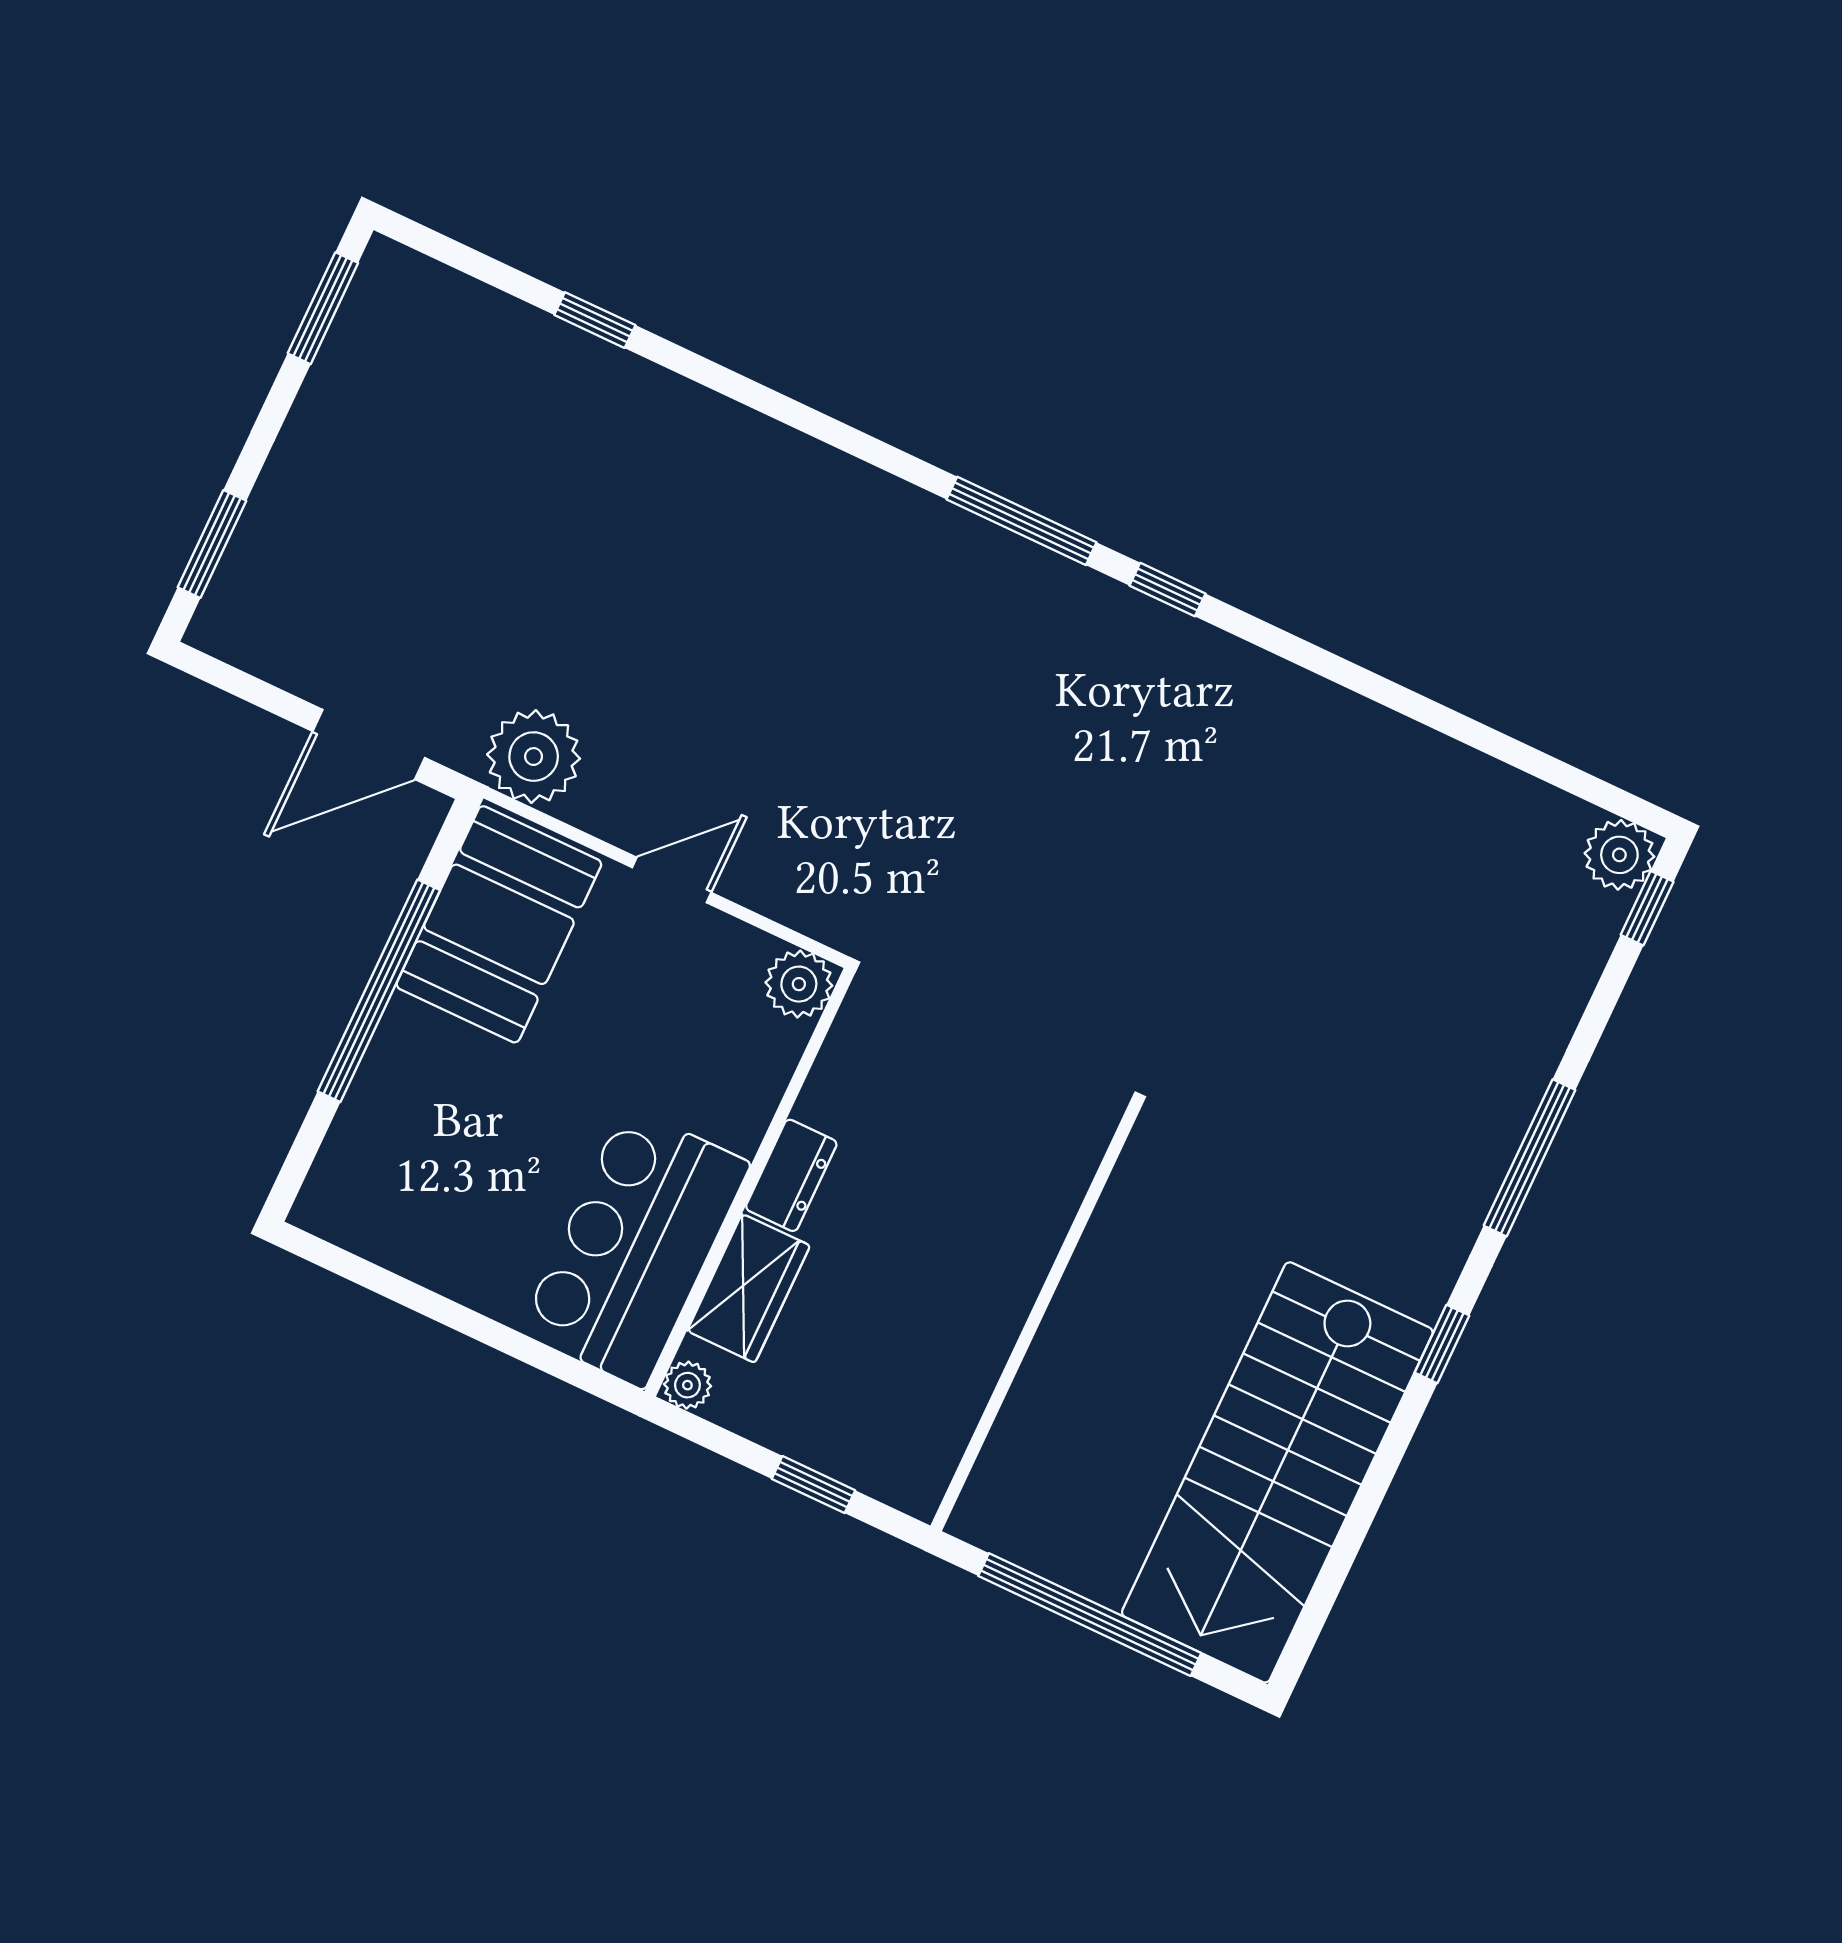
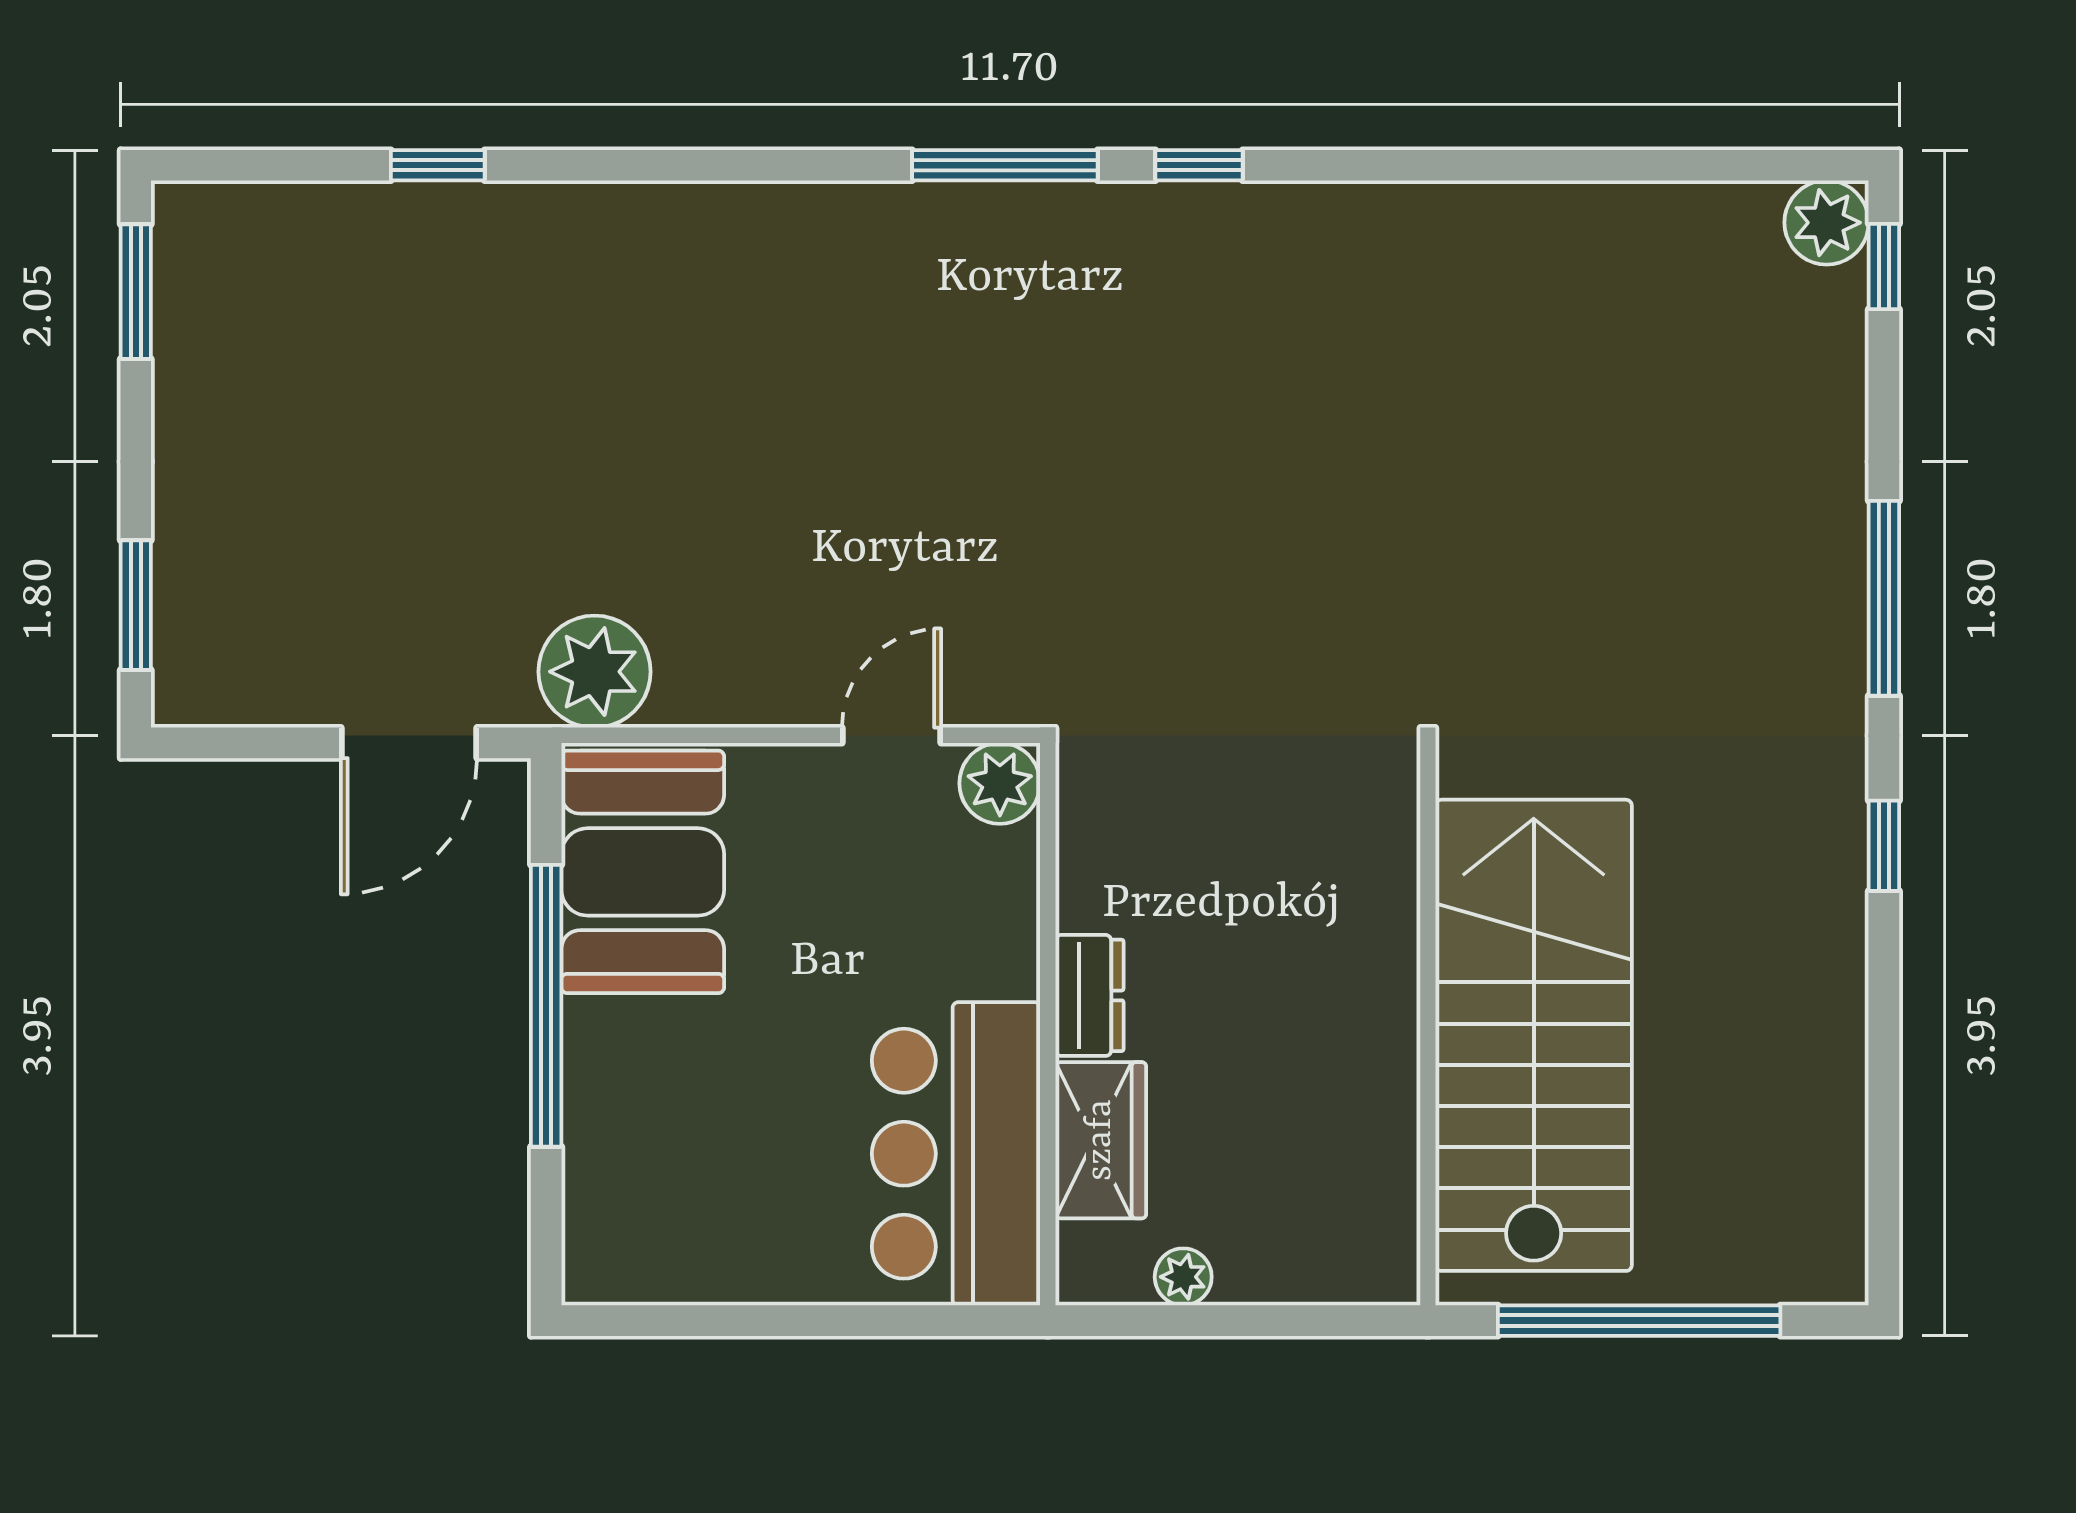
door: (672, 880) -> (891, 735), moved
plant: (687, 1385) -> (1183, 1277), moved
stairs: (1277, 1472) -> (1534, 1035), moved, turned 180
window: (813, 1485) -> (1272, 1321), removed

